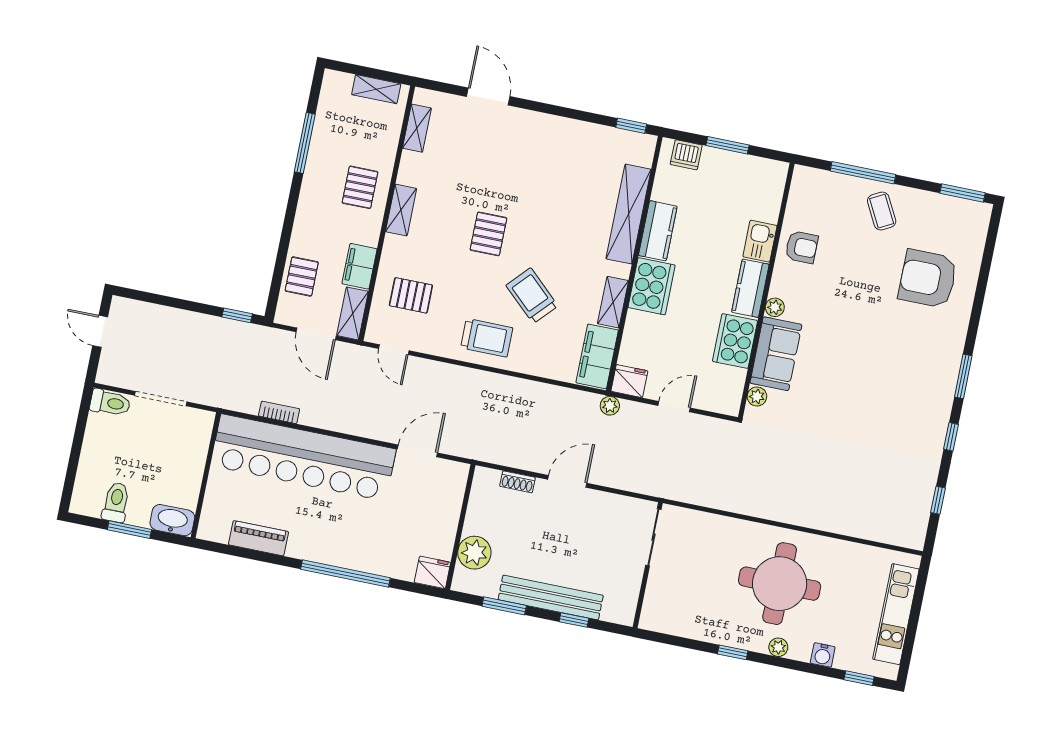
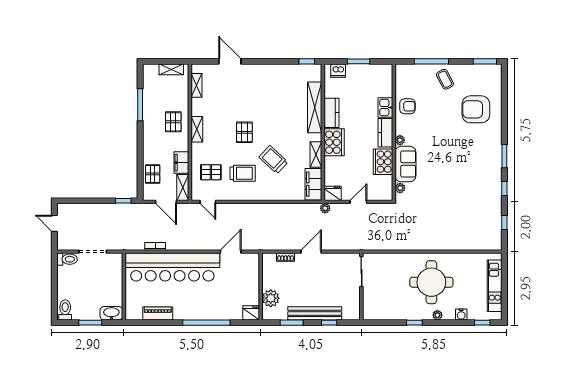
trolley: (487, 338) -> (243, 173), moved
toilet: (116, 502) -> (65, 310), moved

